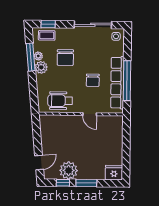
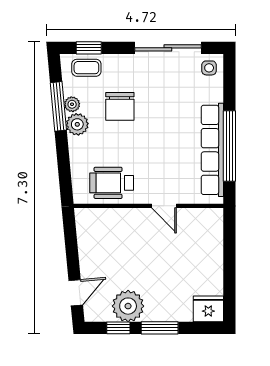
chair: (93, 80) -> (169, 146), removed

